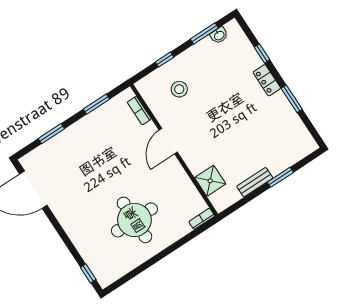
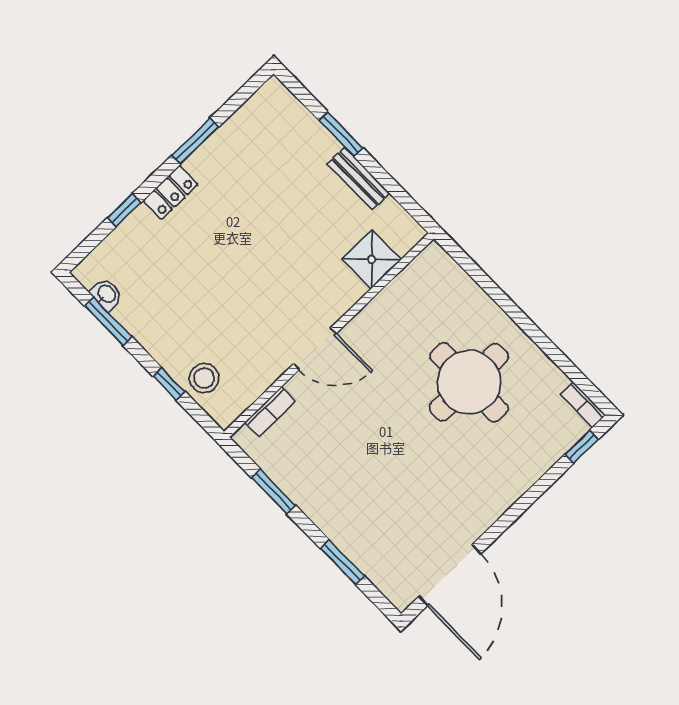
stool: (179, 89) -> (204, 378), moved
bookcase: (202, 219) -> (583, 405), moved

